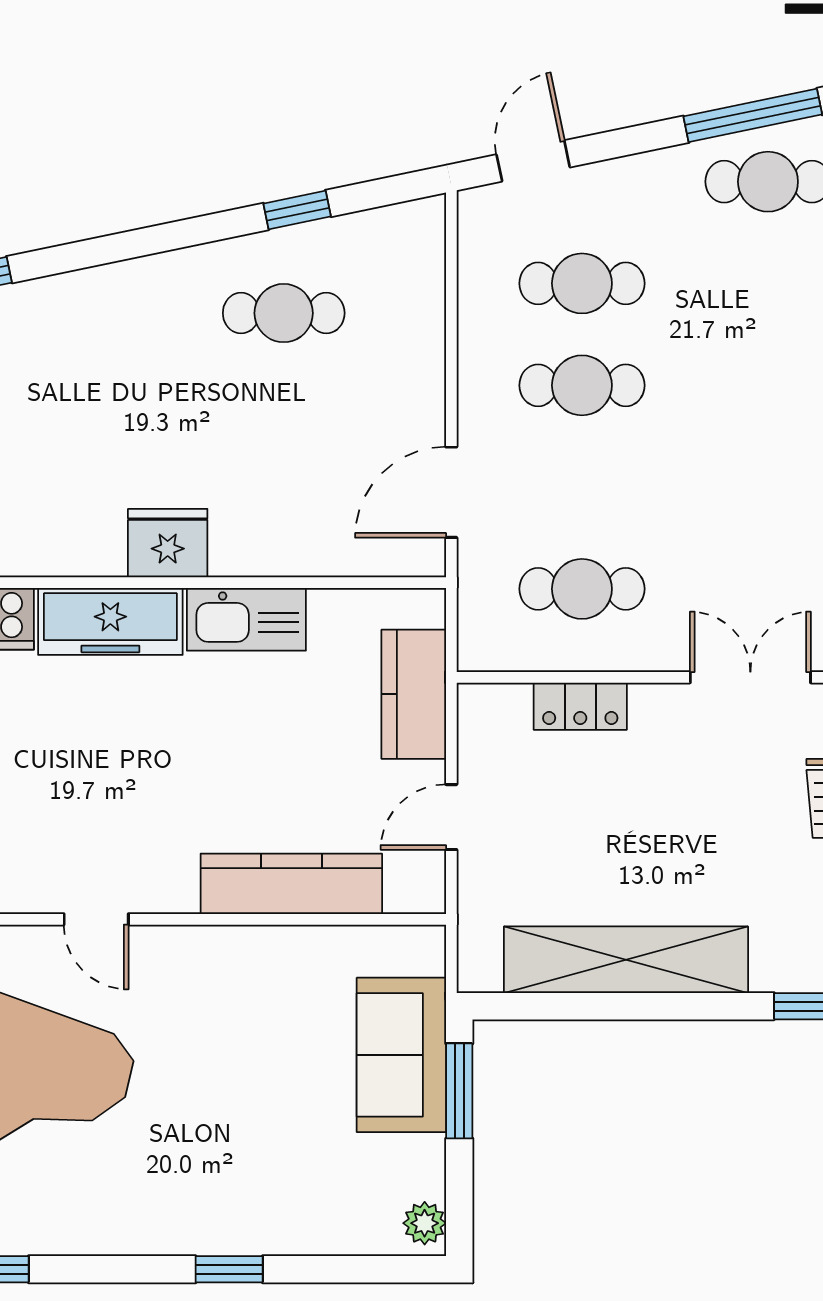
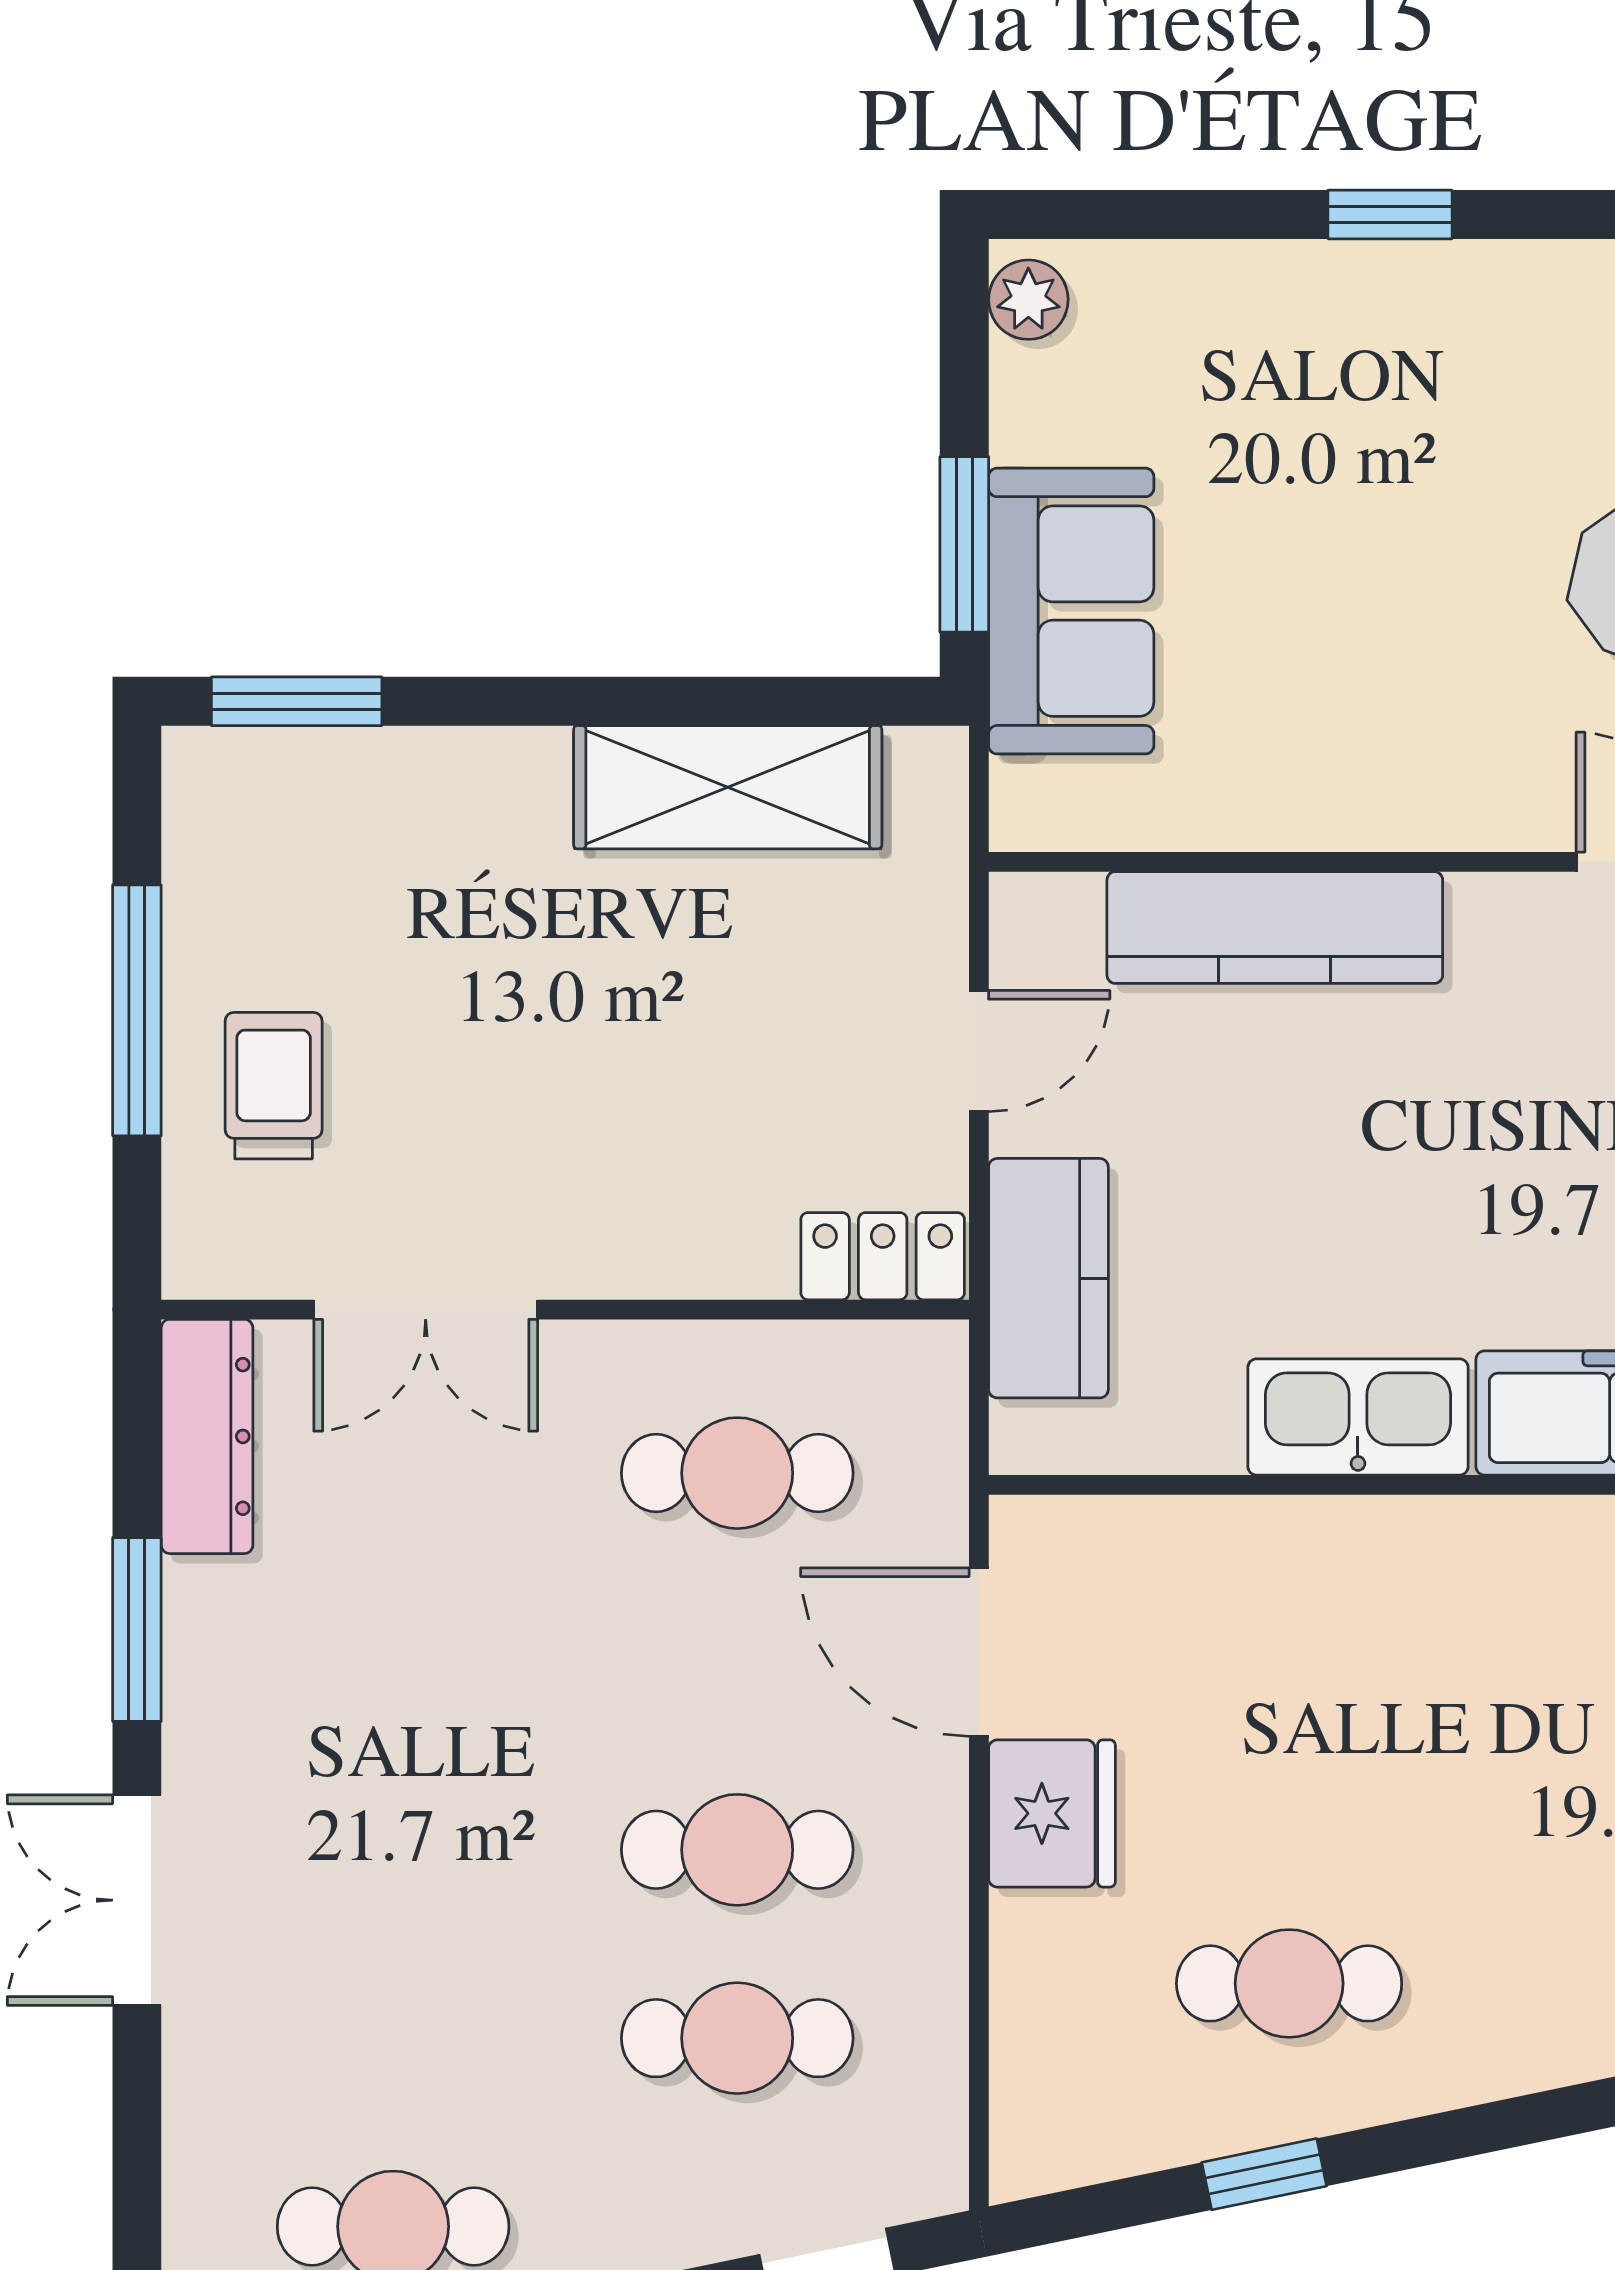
door: (451, 492) -> (979, 1652), swing flipped
fridge: (168, 543) -> (1052, 1813), moved, turned -90
locker: (580, 706) -> (883, 1256), moved
shelving: (626, 960) -> (728, 787), width x0.68

